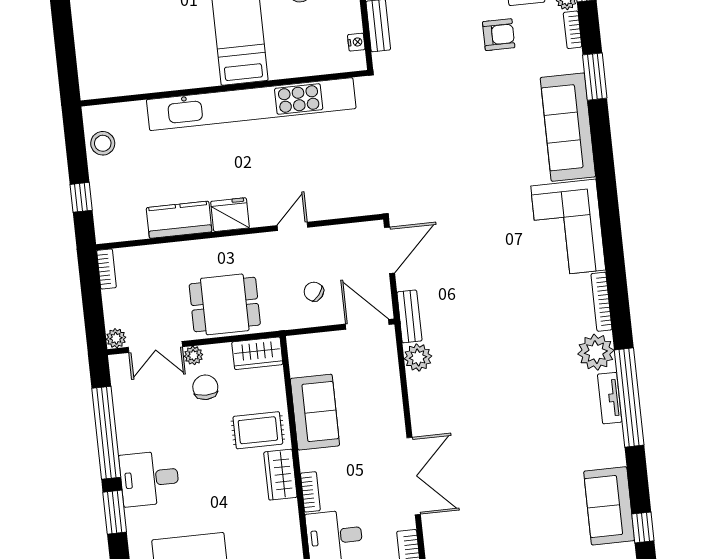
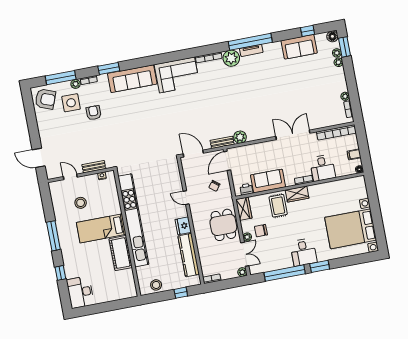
cot: (180, 70) -> (121, 253), added
kitchen counter: (179, 220) -> (189, 255), width x1.50
printer: (300, 362) -> (246, 189), added

